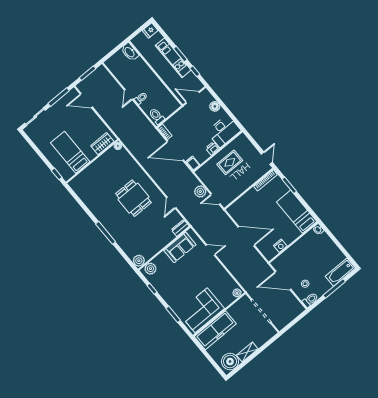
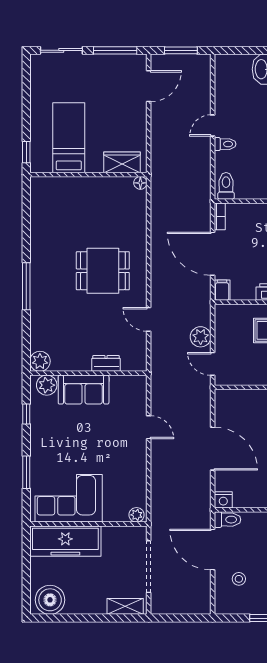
door: (86, 101) -> (149, 86), swing flipped
dining table: (133, 198) -> (103, 271), turned 90
door: (171, 203) -> (149, 319), hinge flipped
dresser: (180, 228) -> (106, 363), moved
nightstand: (280, 246) -> (223, 500), moved
sofa: (180, 248) -> (84, 390), moved
toilet: (310, 300) -> (227, 520), moved
shelving: (247, 352) -> (125, 606), moved

